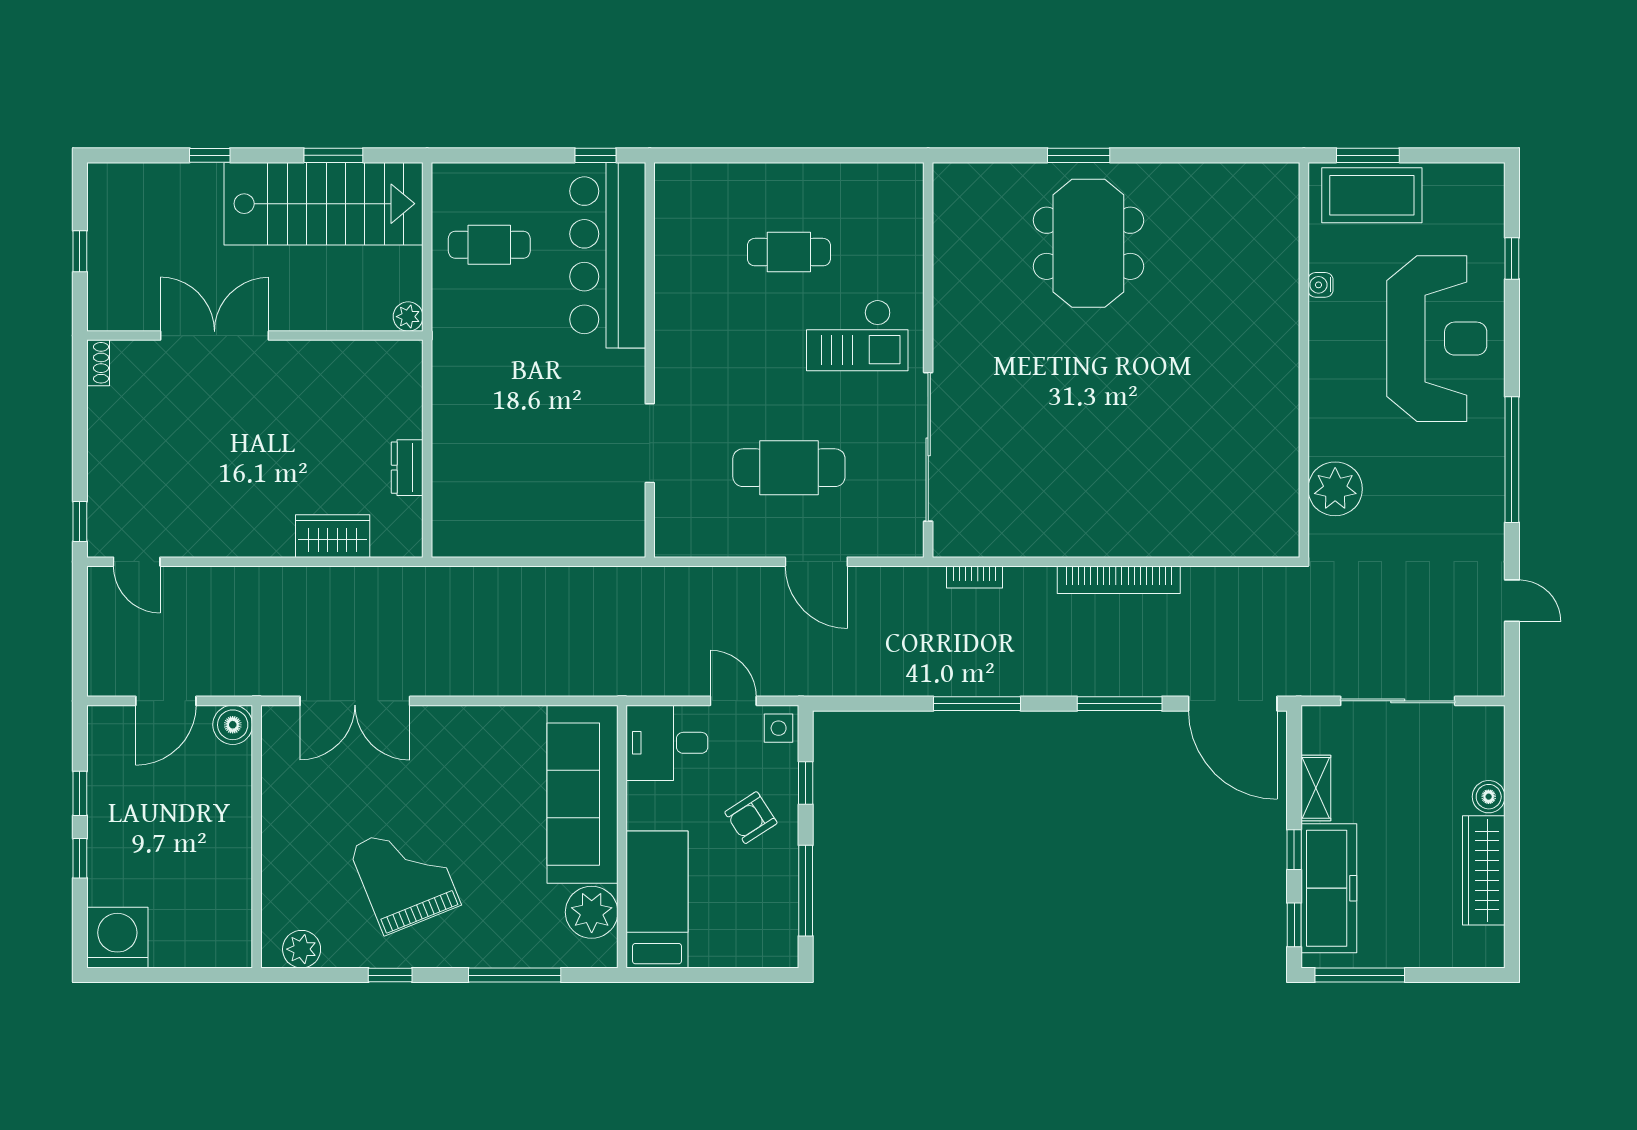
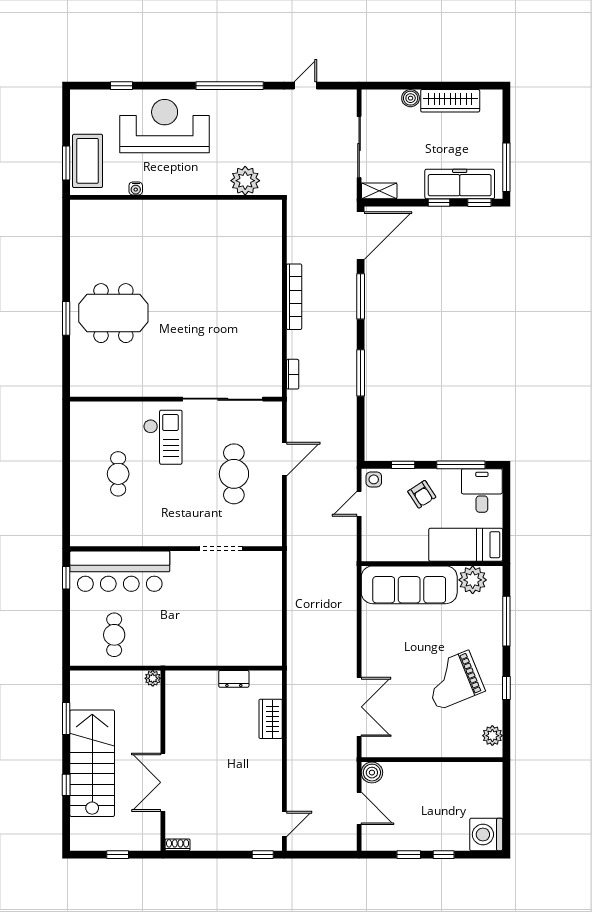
stairs: (324, 204) -> (92, 763), moved
desk: (667, 743) -> (482, 491), moved, turned 180
shelving: (1316, 788) -> (379, 191), moved

